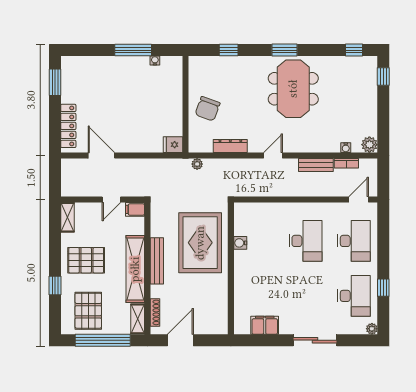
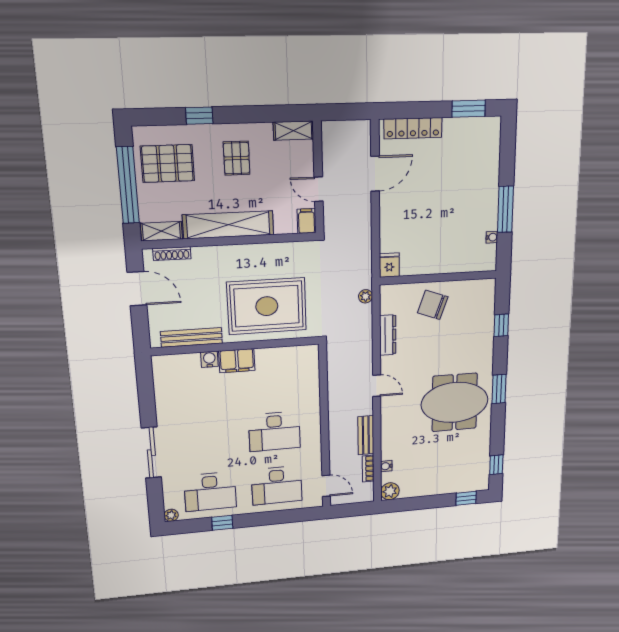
water cooler: (240, 243) -> (209, 359), moved
pallet: (86, 260) -> (237, 158), width x0.67, depth x0.71
bench: (157, 261) -> (192, 337), moved
filing cabinet: (265, 325) -> (237, 361), moved, turned 90

